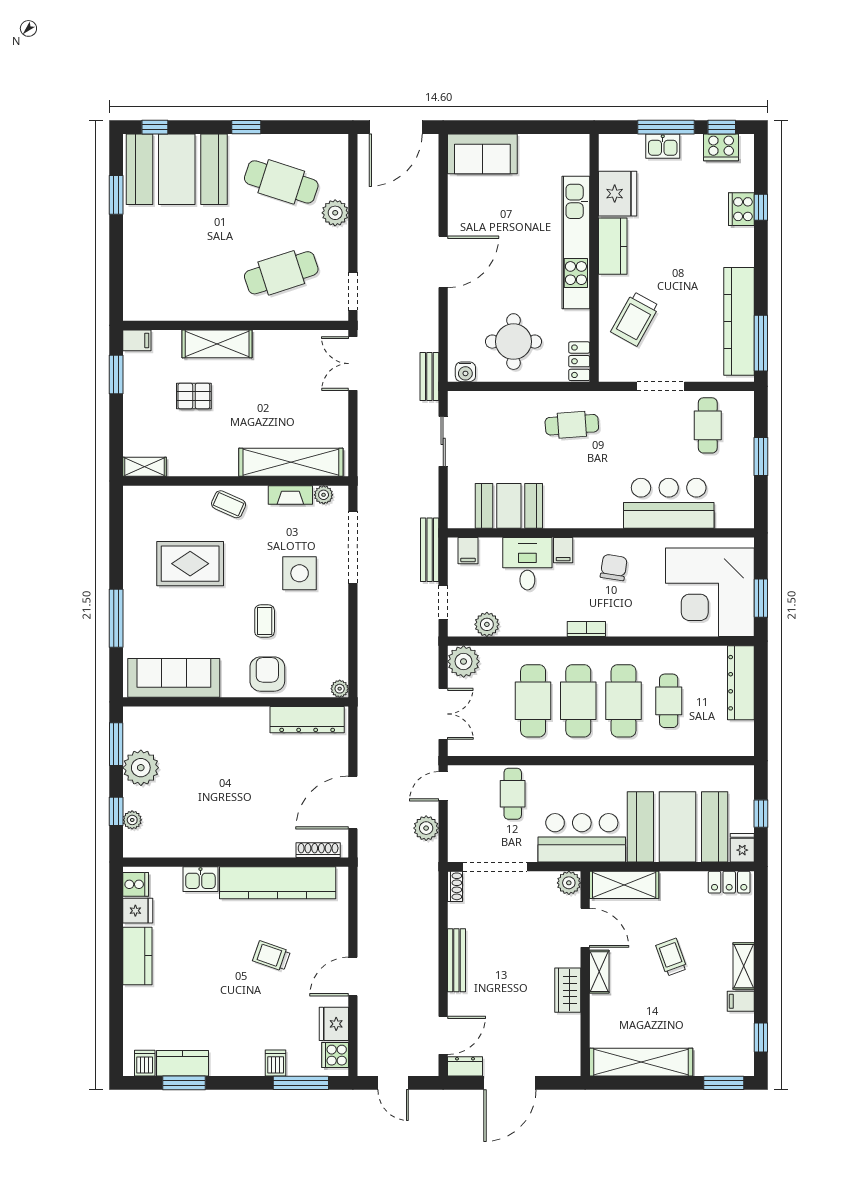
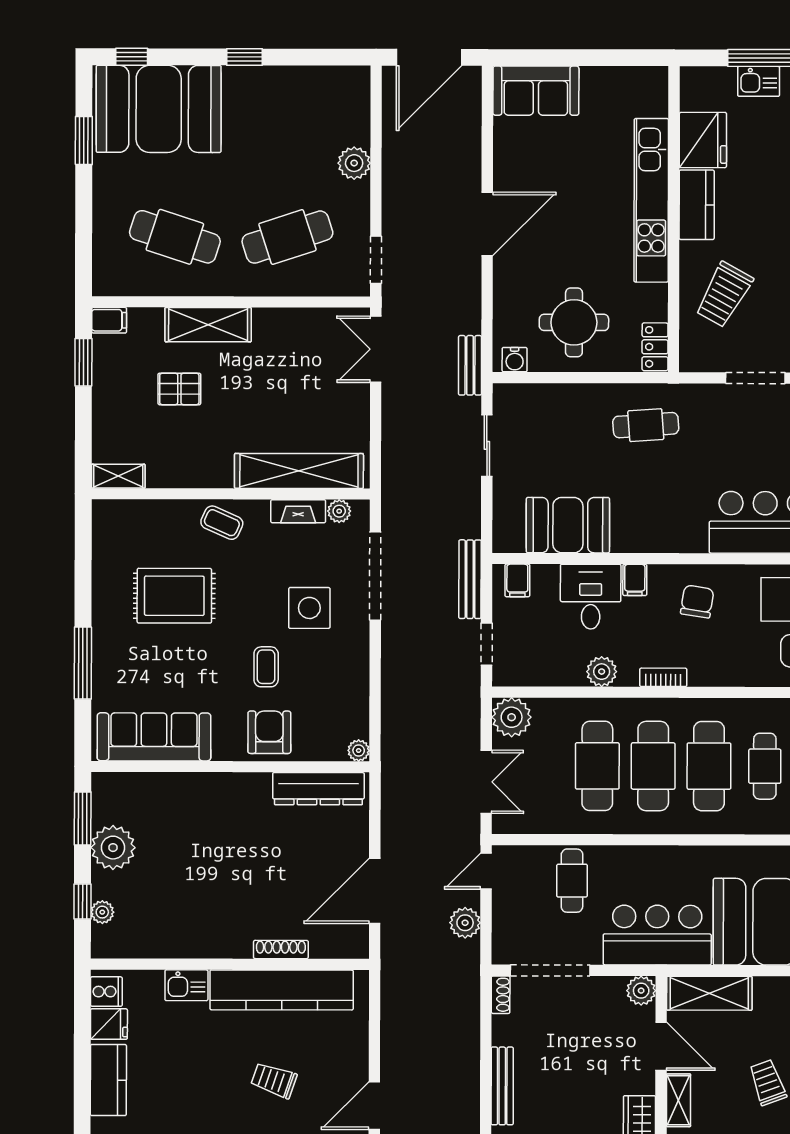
cafe table: (281, 182) -> (175, 237), moved
plant: (487, 624) -> (602, 672), moved
shoe rack: (318, 850) -> (281, 950), moved

